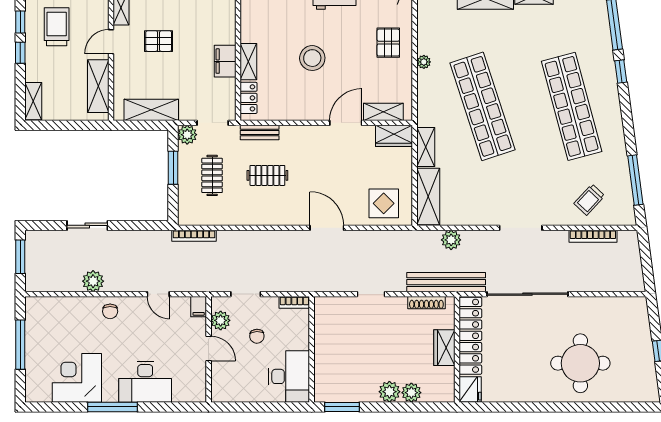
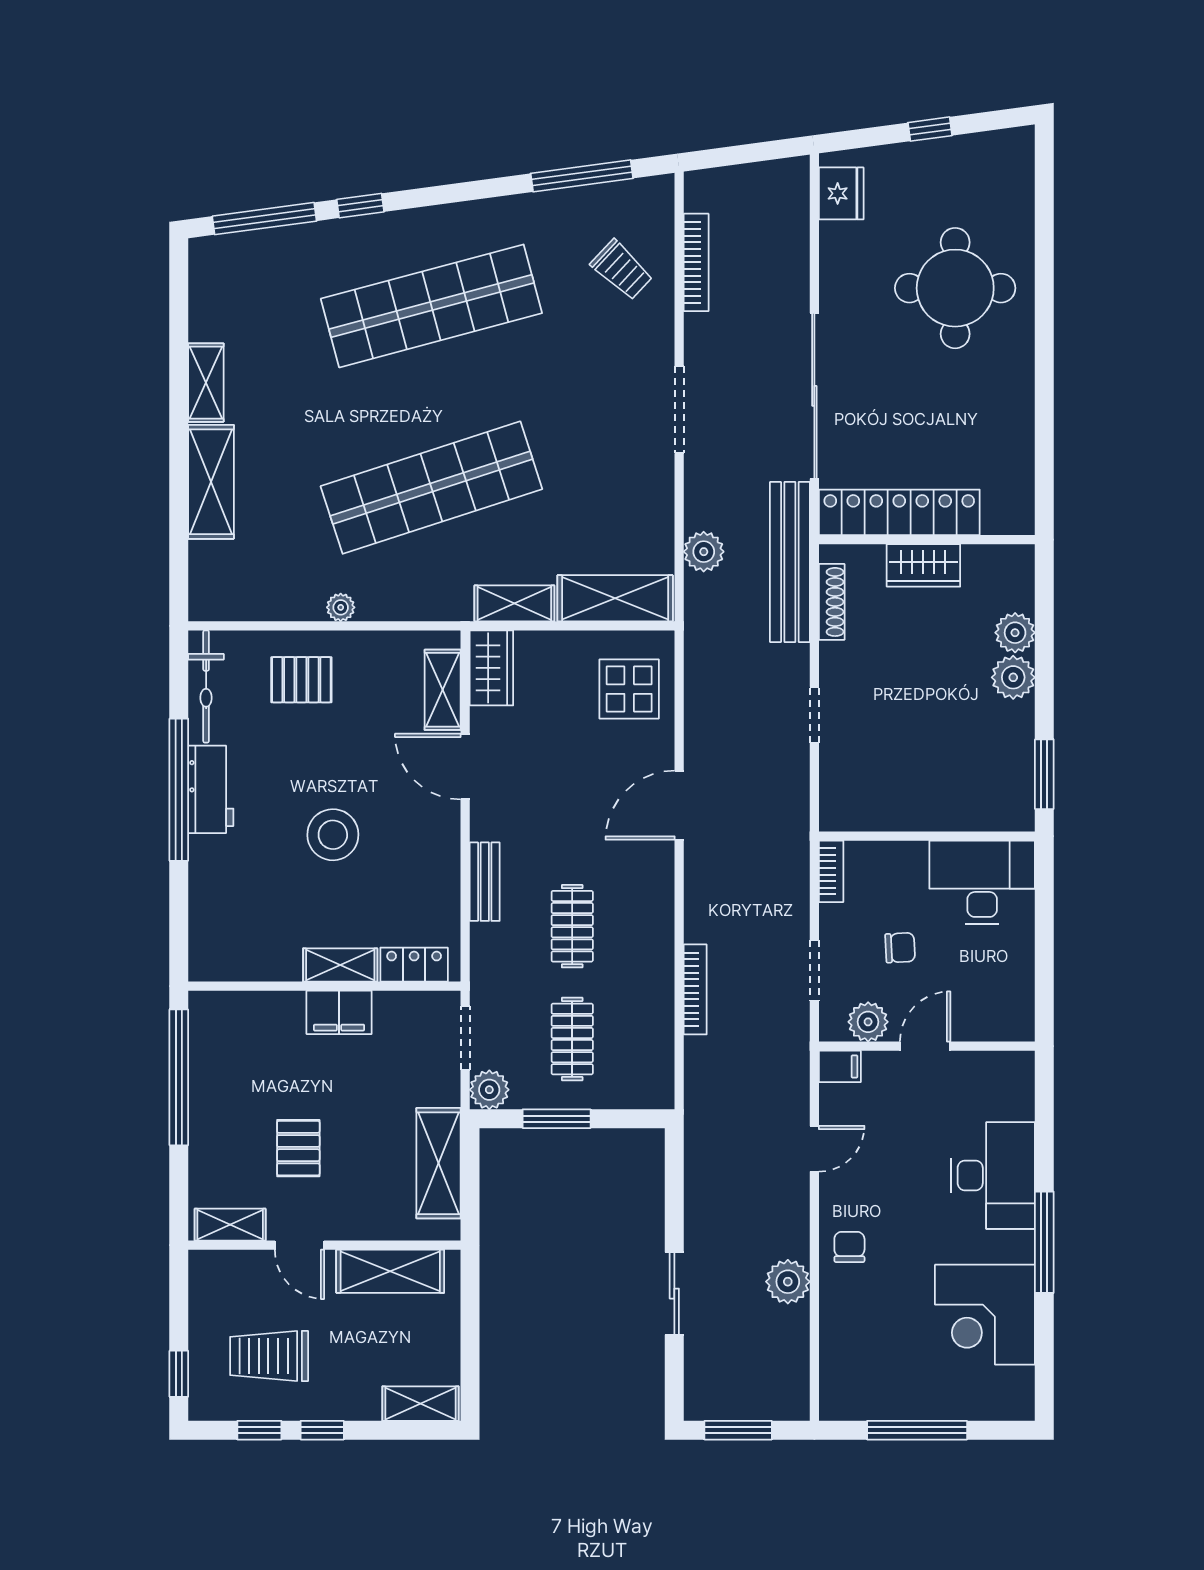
bench: (260, 133) -> (485, 882), moved
clothes rail: (212, 175) -> (572, 1039), turned 90
bookcase: (194, 236) -> (695, 989), moved
chair: (110, 311) -> (849, 1247), turned -90
fridge: (470, 389) -> (841, 193), moved, turned 90

